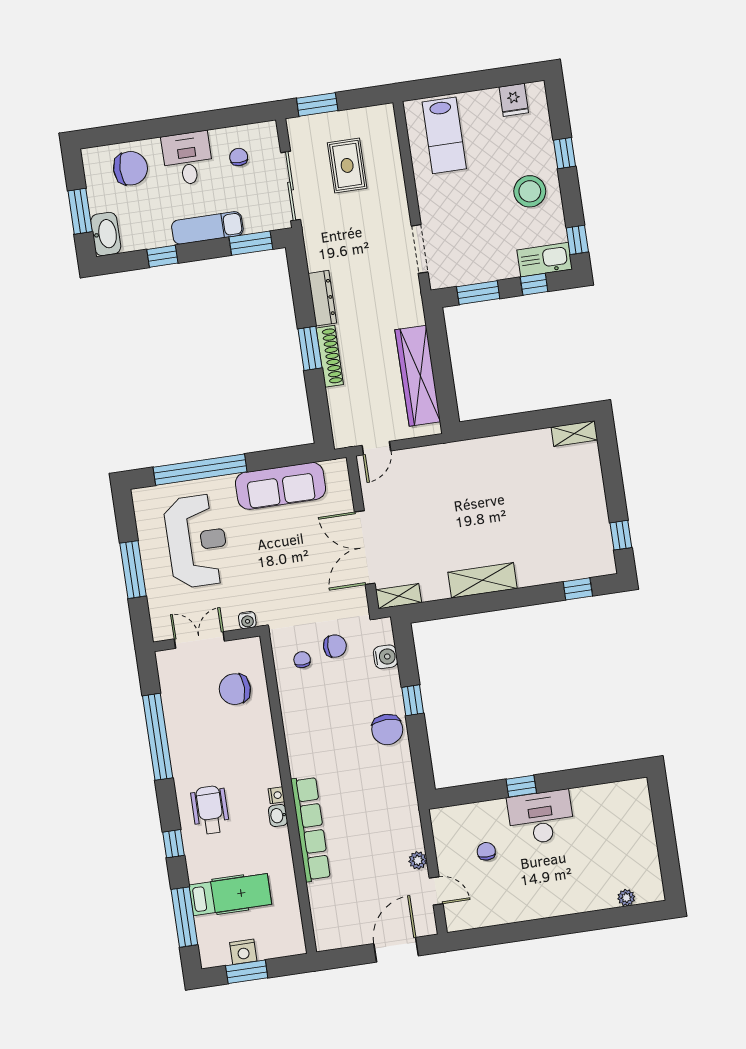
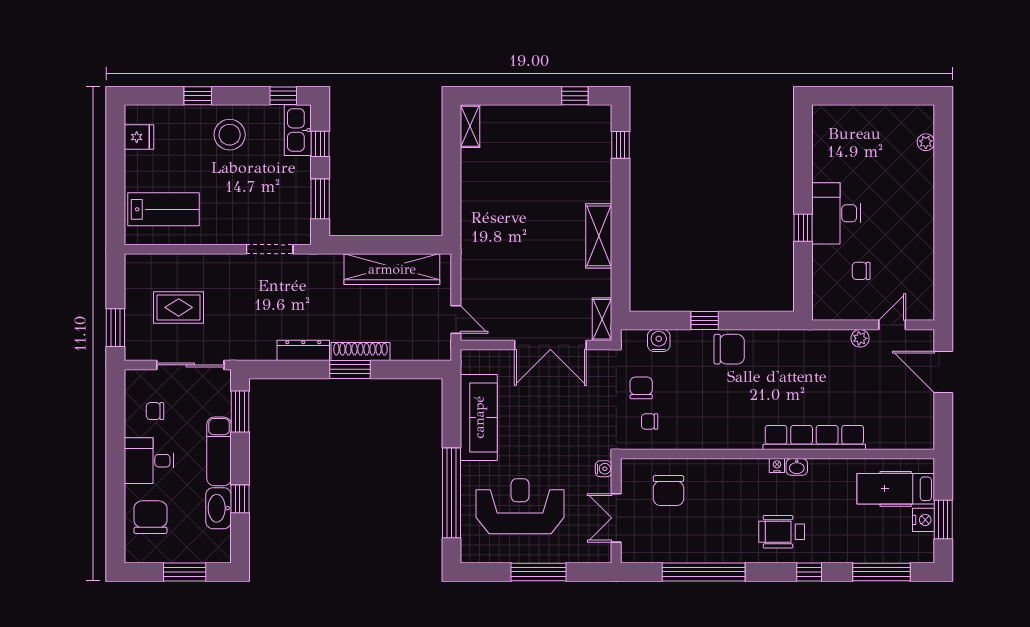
washbasin: (106, 234) -> (218, 508), moved, turned -90
hospital bed: (230, 895) -> (896, 489), moved, turned -90

